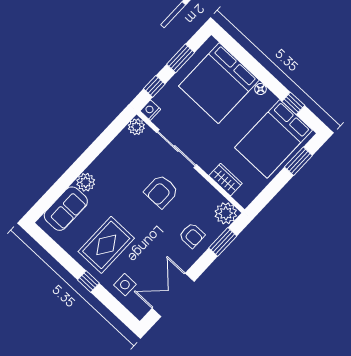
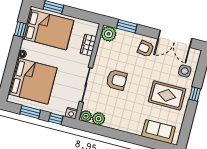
plant: (86, 182) -> (99, 119), moved
armchair: (192, 235) -> (146, 49), moved, turned -81

